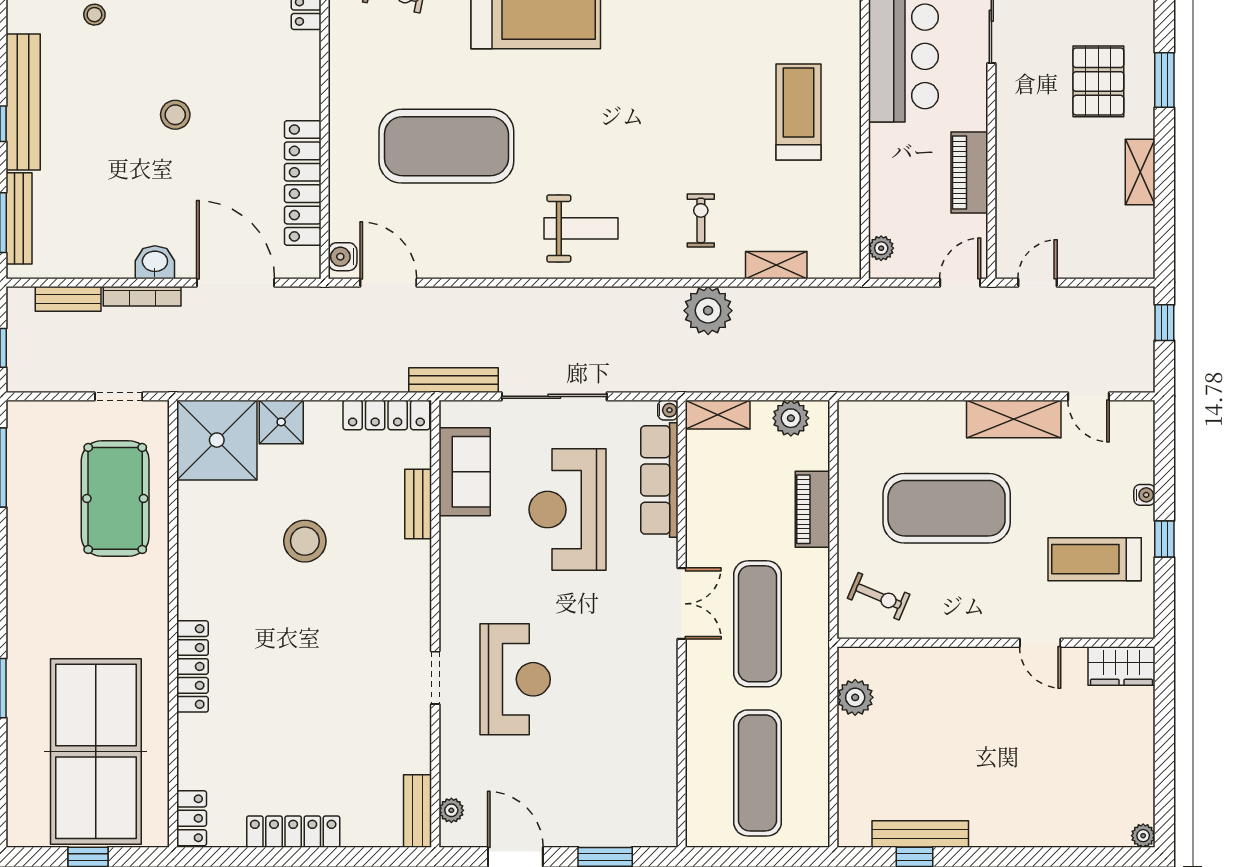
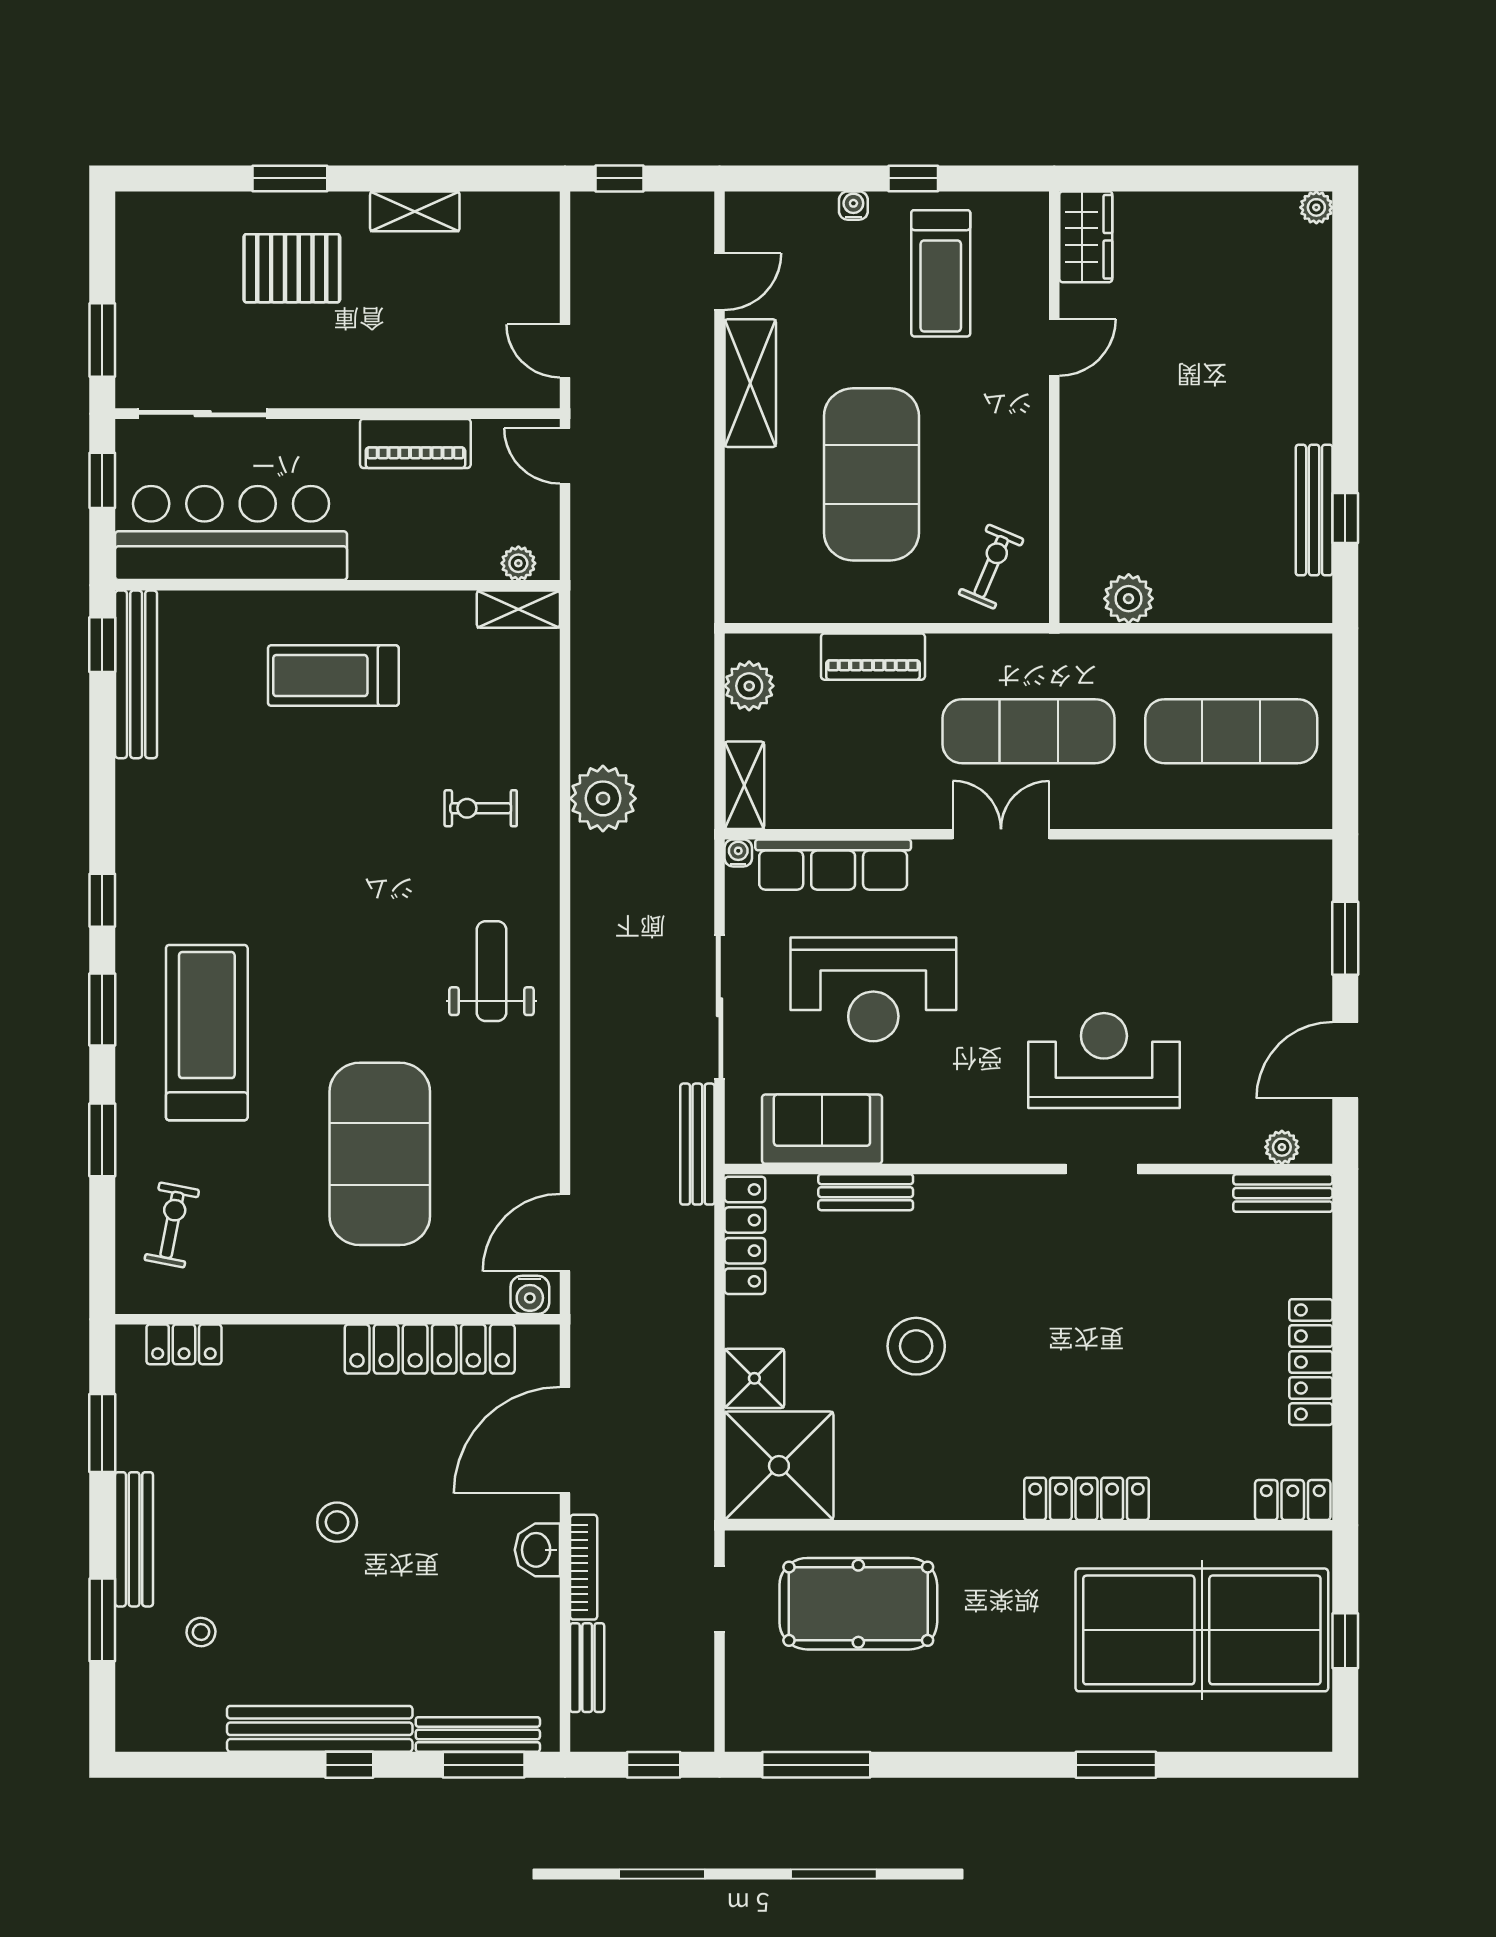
shelving: (776, 265) -> (518, 609), moved, turned 90

